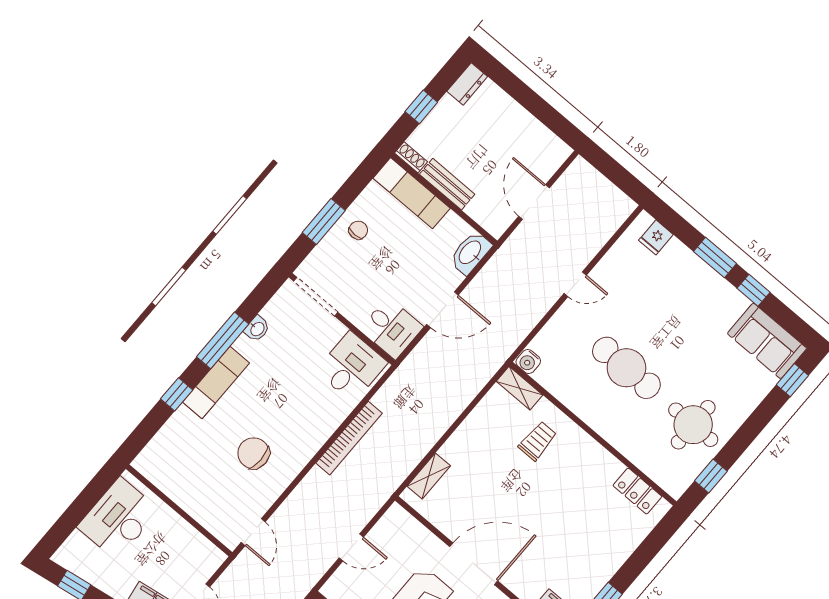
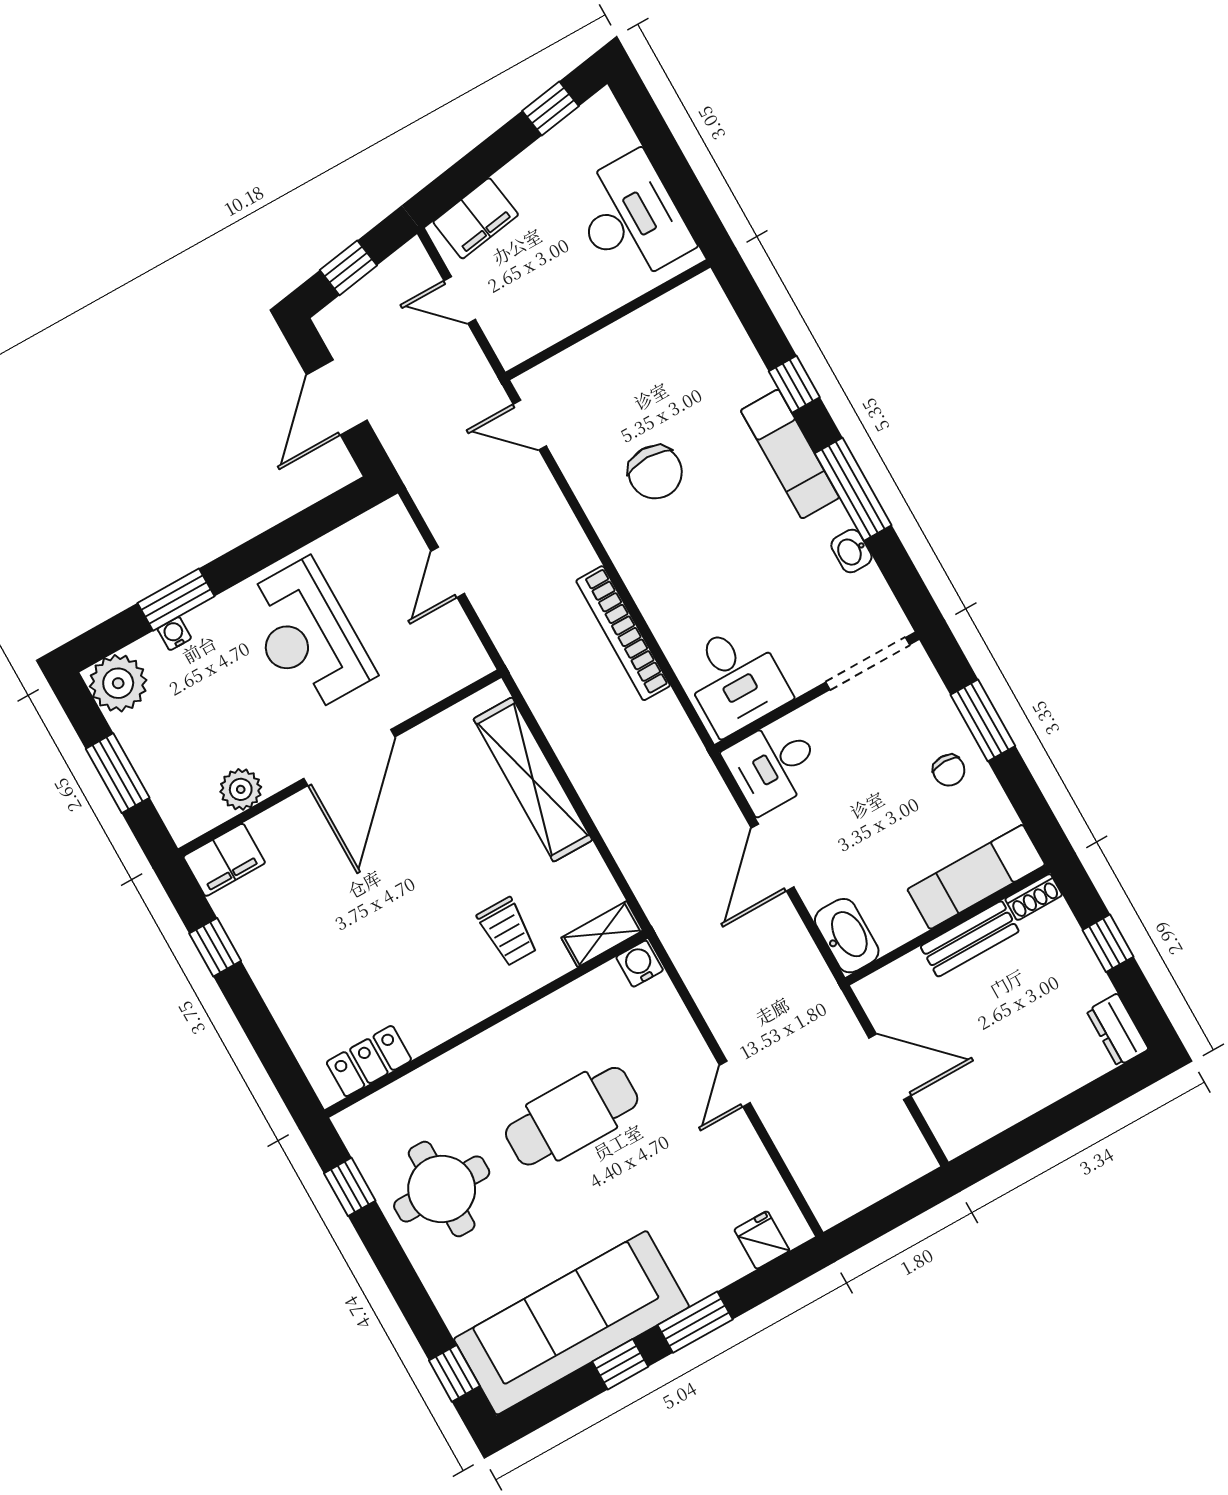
sofa: (767, 341) -> (571, 1323), width x1.85, depth x1.27
chair: (254, 453) -> (655, 472), turned 90
shelving: (429, 476) -> (533, 780), width x2.20, depth x1.33

